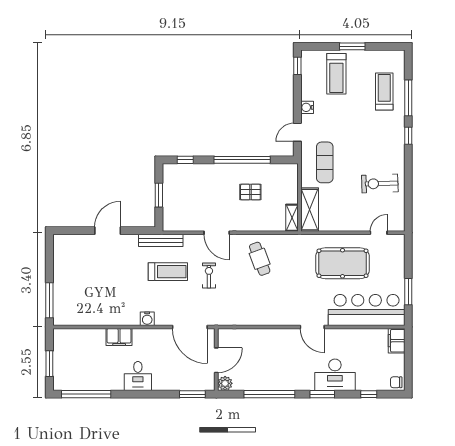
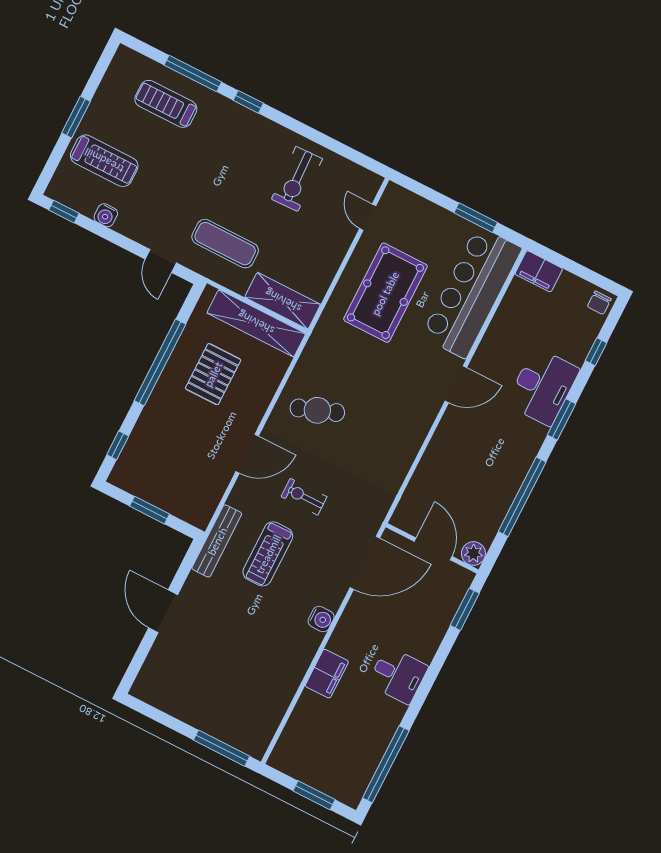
water cooler: (307, 107) -> (106, 215), moved
pallet: (250, 192) -> (213, 374), width x1.50, depth x1.42
shelving: (292, 218) -> (256, 323), width x2.20, depth x1.33
treadmill: (168, 272) -> (268, 554), turned 180

